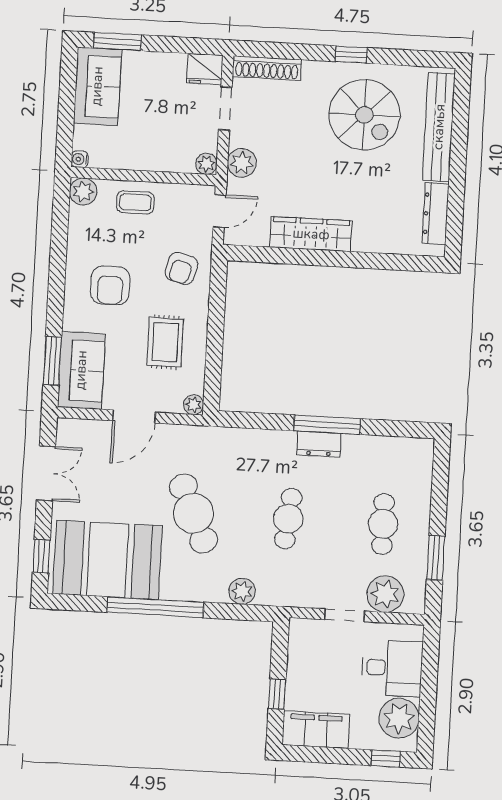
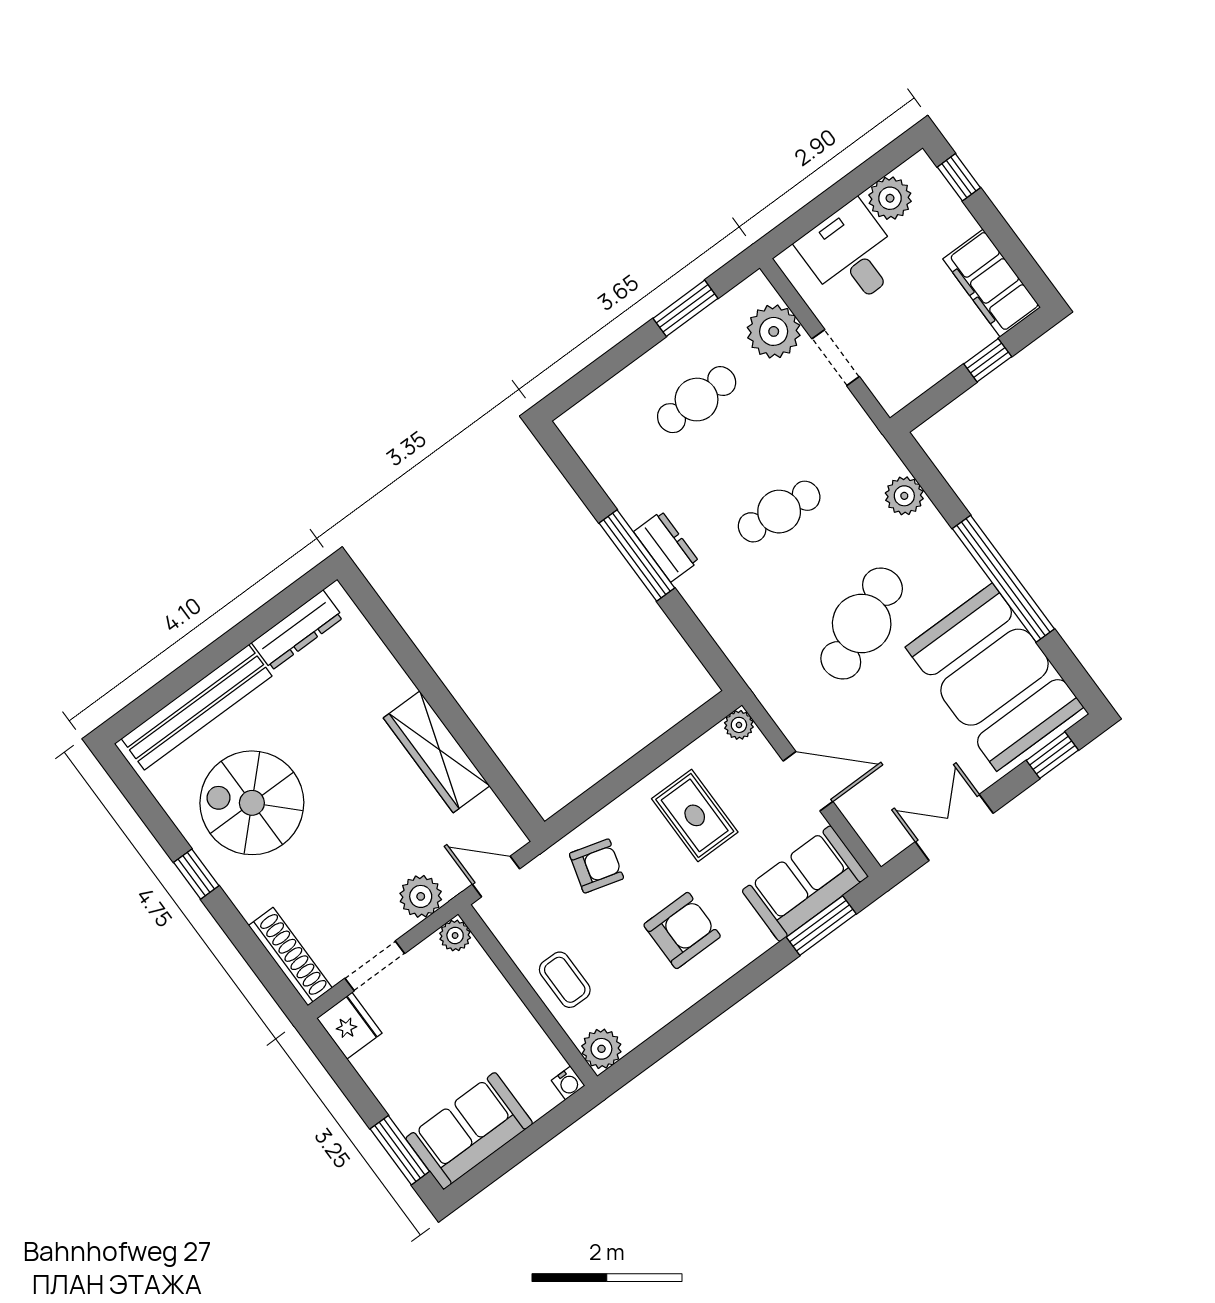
spiral stairs: (364, 115) -> (252, 803), turned -90
rug: (165, 342) -> (695, 815), turned 90
plant: (399, 718) -> (890, 198), width x0.73, depth x0.73

